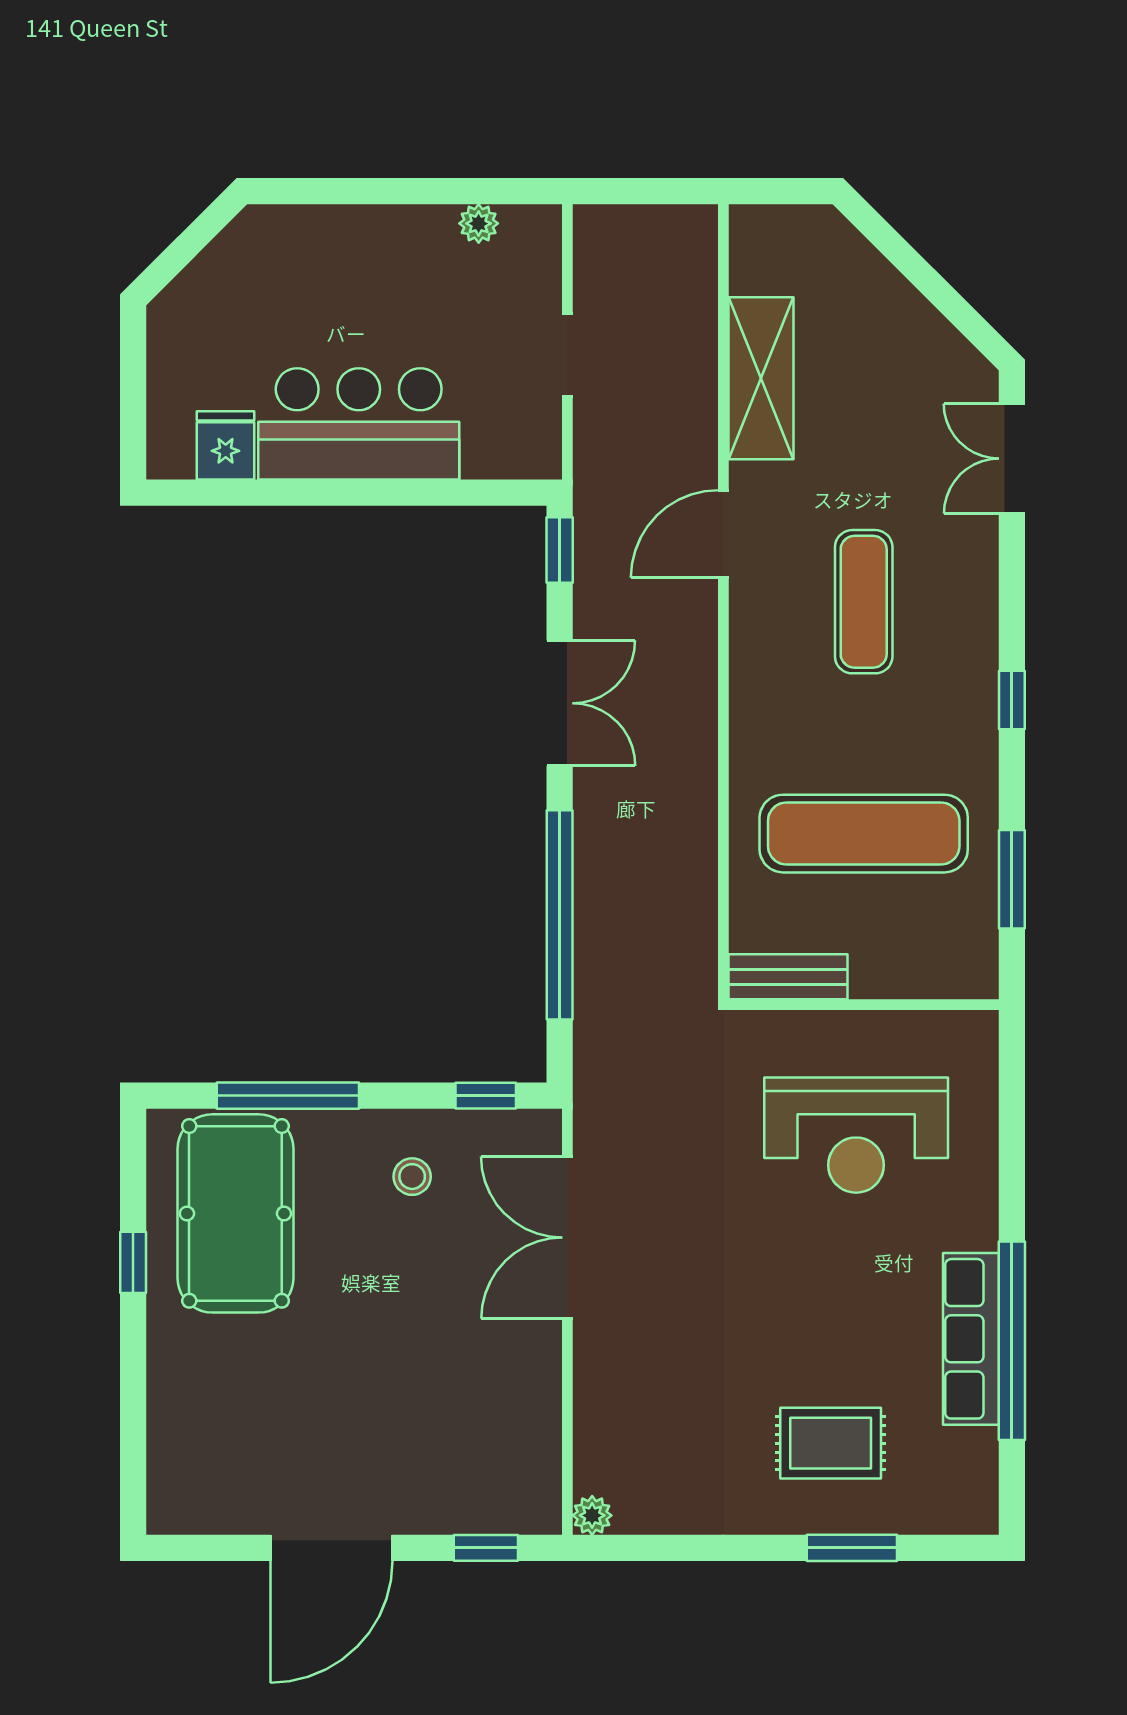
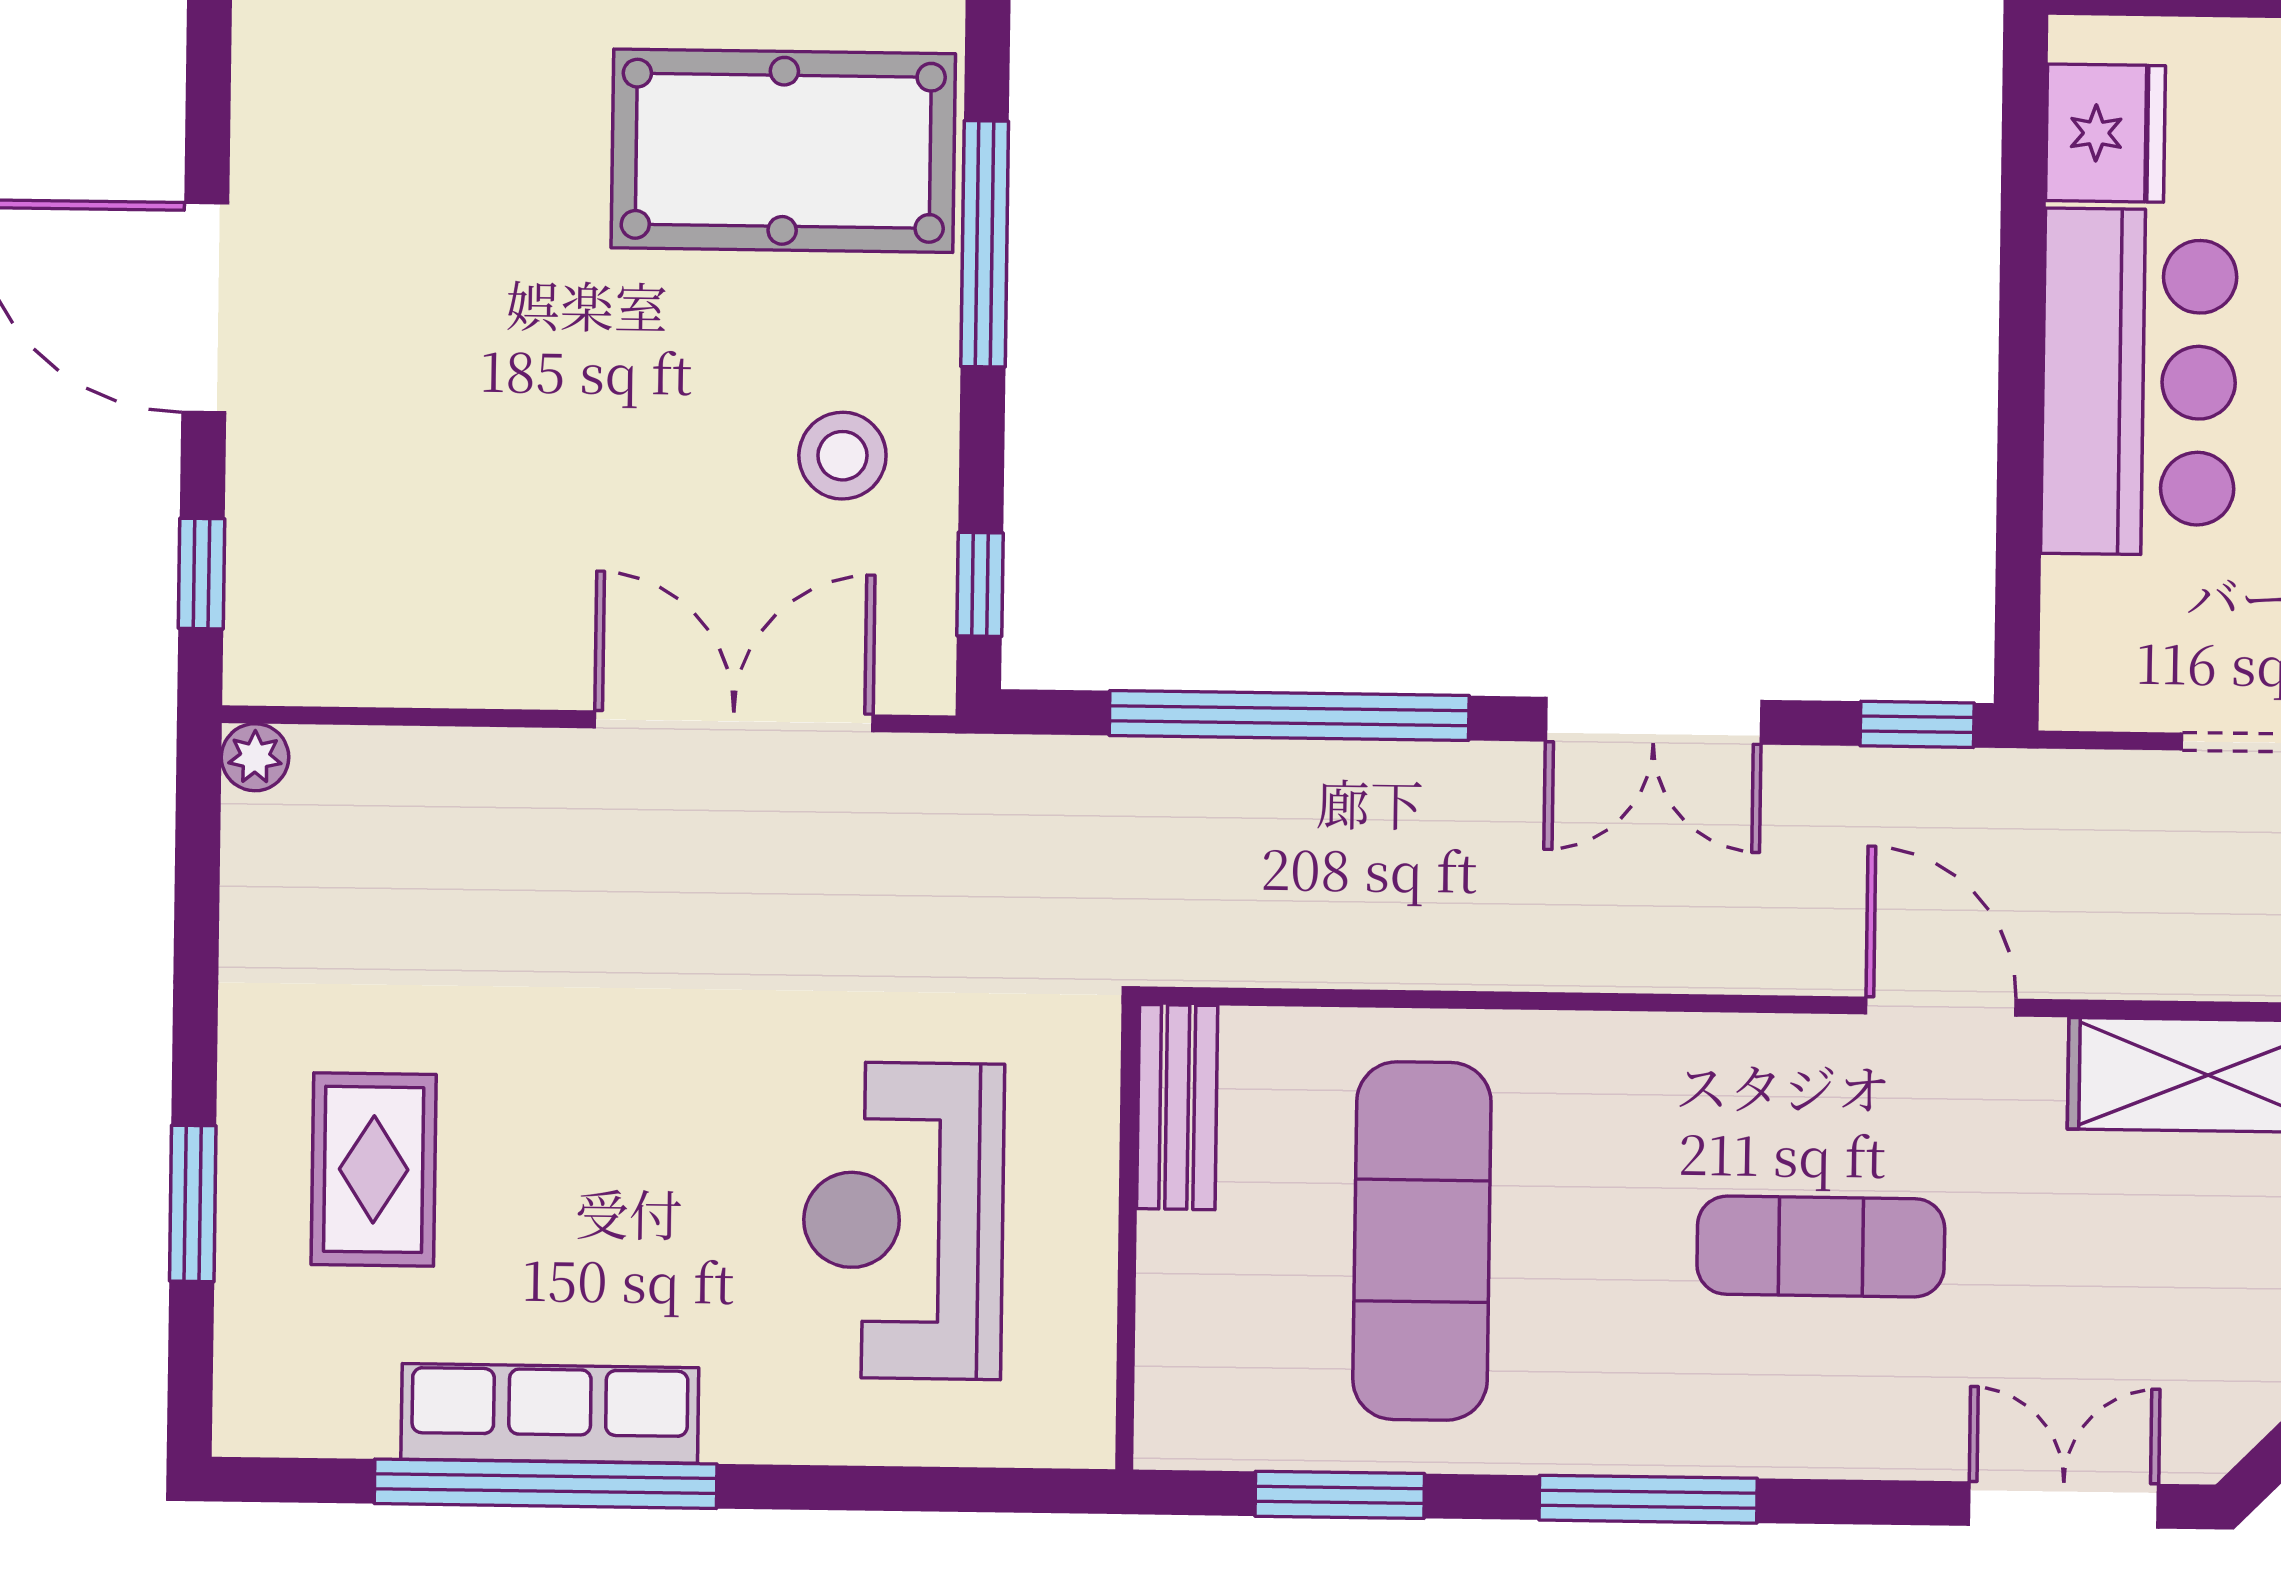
fridge: (226, 445) -> (2106, 133), width x1.38
window: (1012, 700) -> (1648, 1499), width x2.17
stool: (412, 1177) -> (842, 456), width x1.37, depth x1.37

